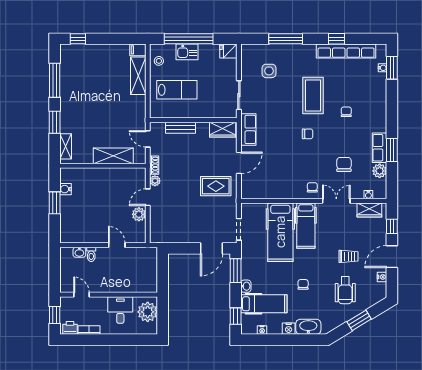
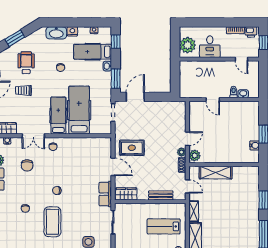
shelving: (66, 146) -> (194, 211), moved
door: (239, 163) -> (113, 167), swing flipped
plant: (139, 214) -> (195, 156), moved

